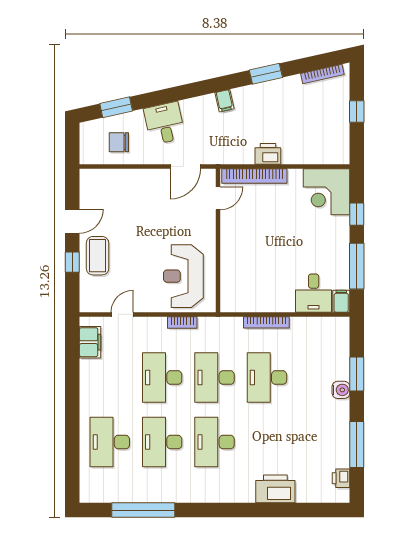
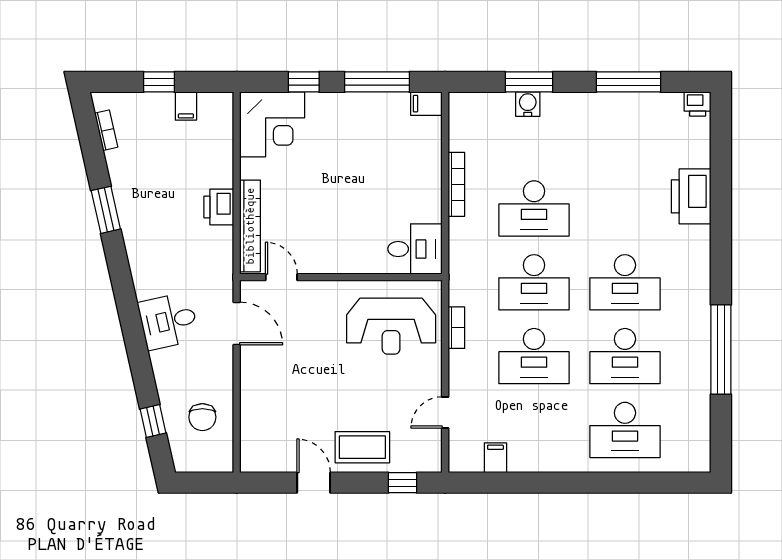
bookcase: (322, 74) -> (106, 130), width x0.64
filing cabinet: (225, 101) -> (186, 106), moved, turned 103
window: (116, 107) -> (153, 421), width x0.67
desk: (164, 123) -> (168, 321), moved
window: (72, 262) -> (402, 483), moved
desk: (314, 293) -> (415, 249), moved
door: (122, 314) -> (445, 412), hinge flipped
bookcase: (266, 322) -> (456, 184), moved
filing cabinet: (90, 342) -> (495, 458), width x0.50
water cooler: (341, 390) -> (528, 104), moved
printer: (341, 478) -> (698, 104), moved
window: (143, 510) -> (721, 349), moved

